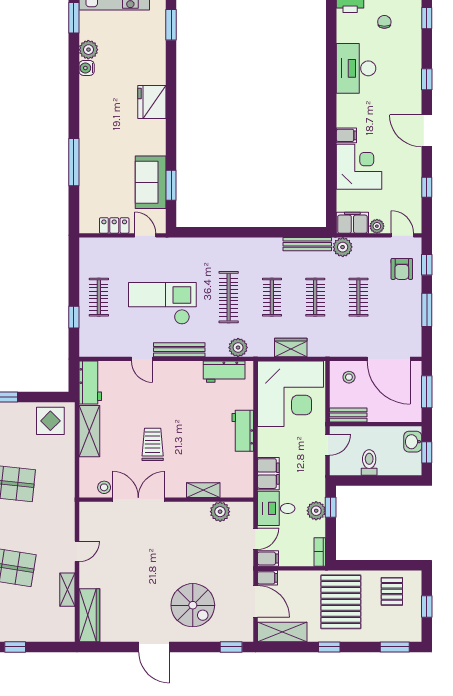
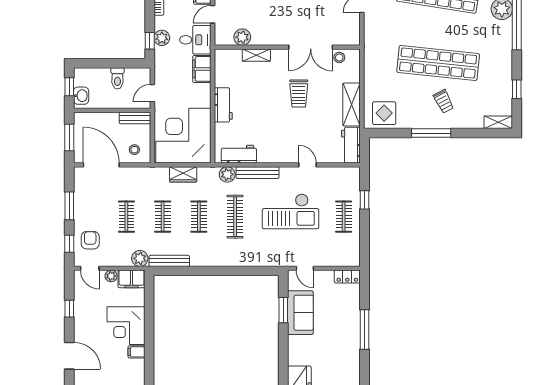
locker: (114, 225) -> (347, 277), moved
bench: (179, 350) -> (258, 173), moved

